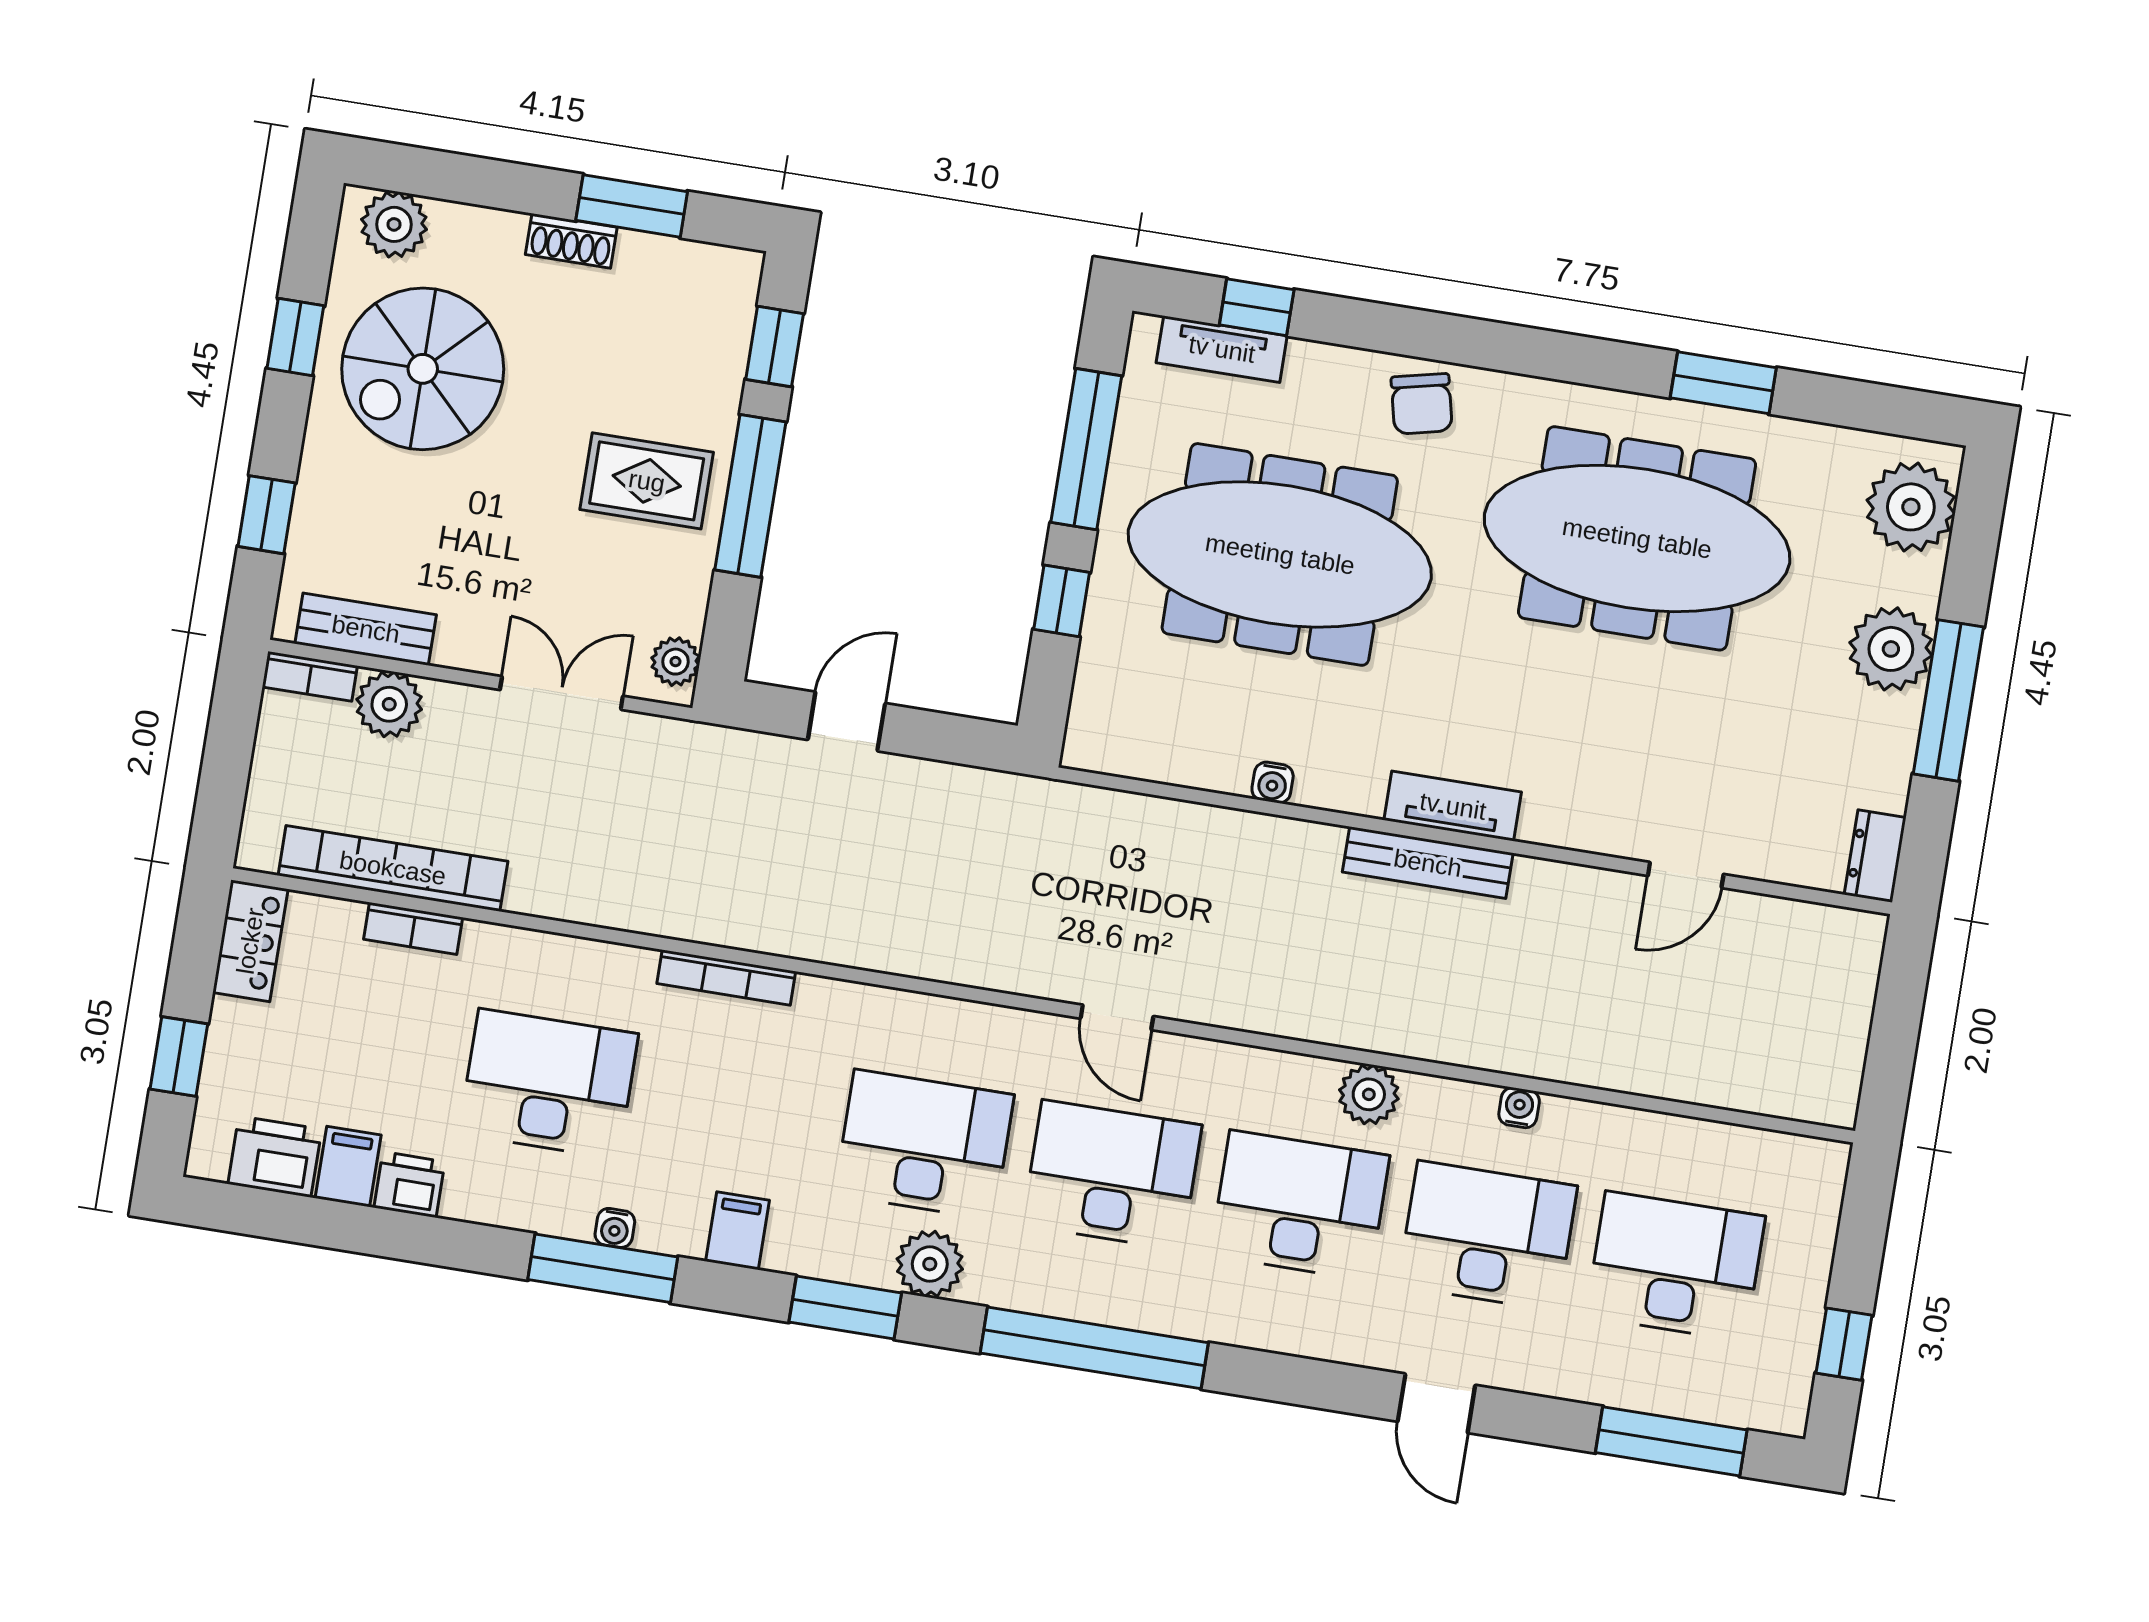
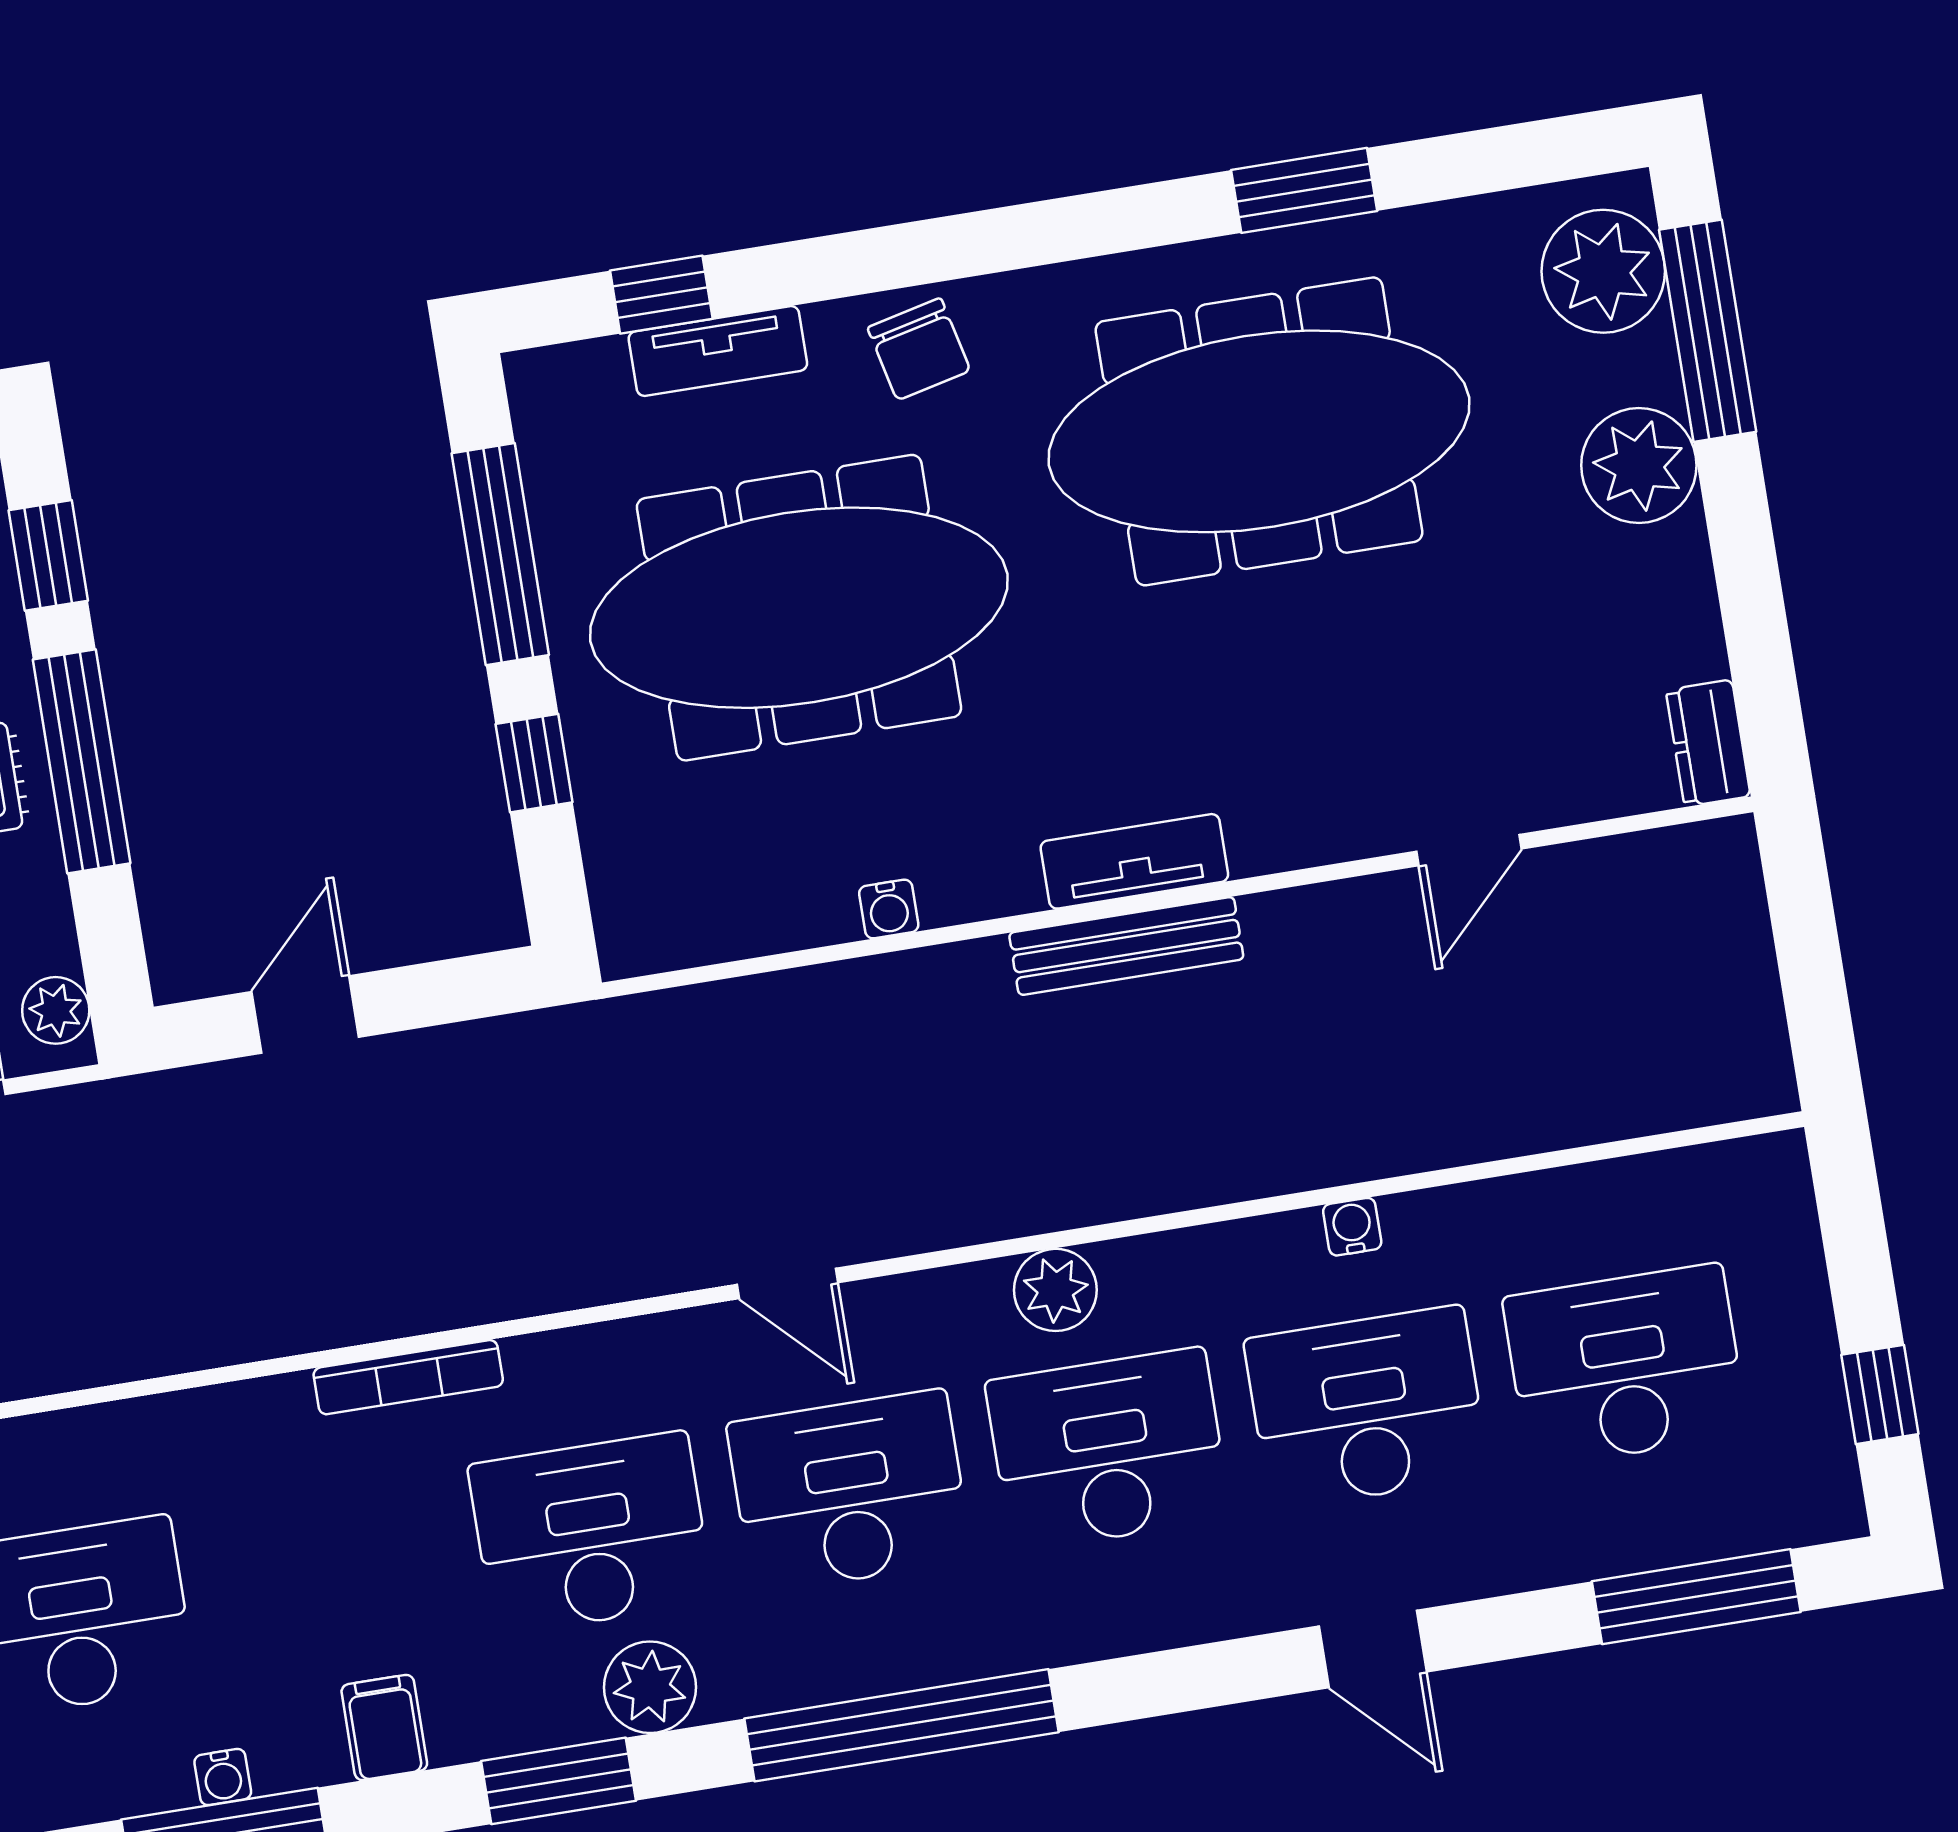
tv unit: (1222, 349) -> (718, 351), moved
window: (1948, 700) -> (1708, 331), moved
bookcase: (726, 977) -> (408, 1377), moved
plant: (1369, 1094) -> (1055, 1290), moved

